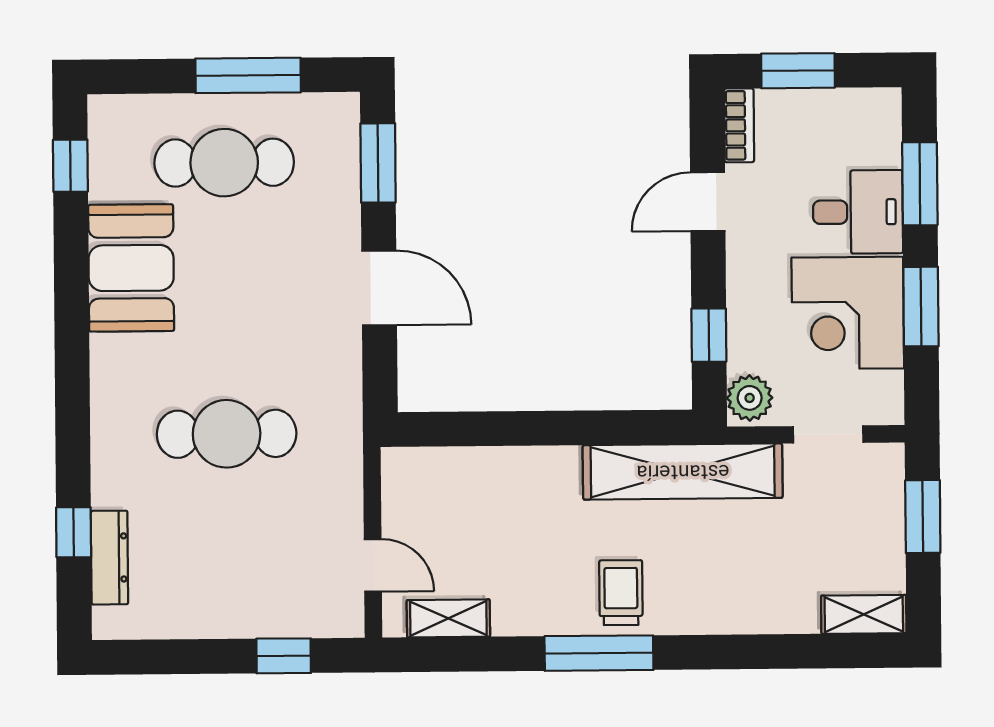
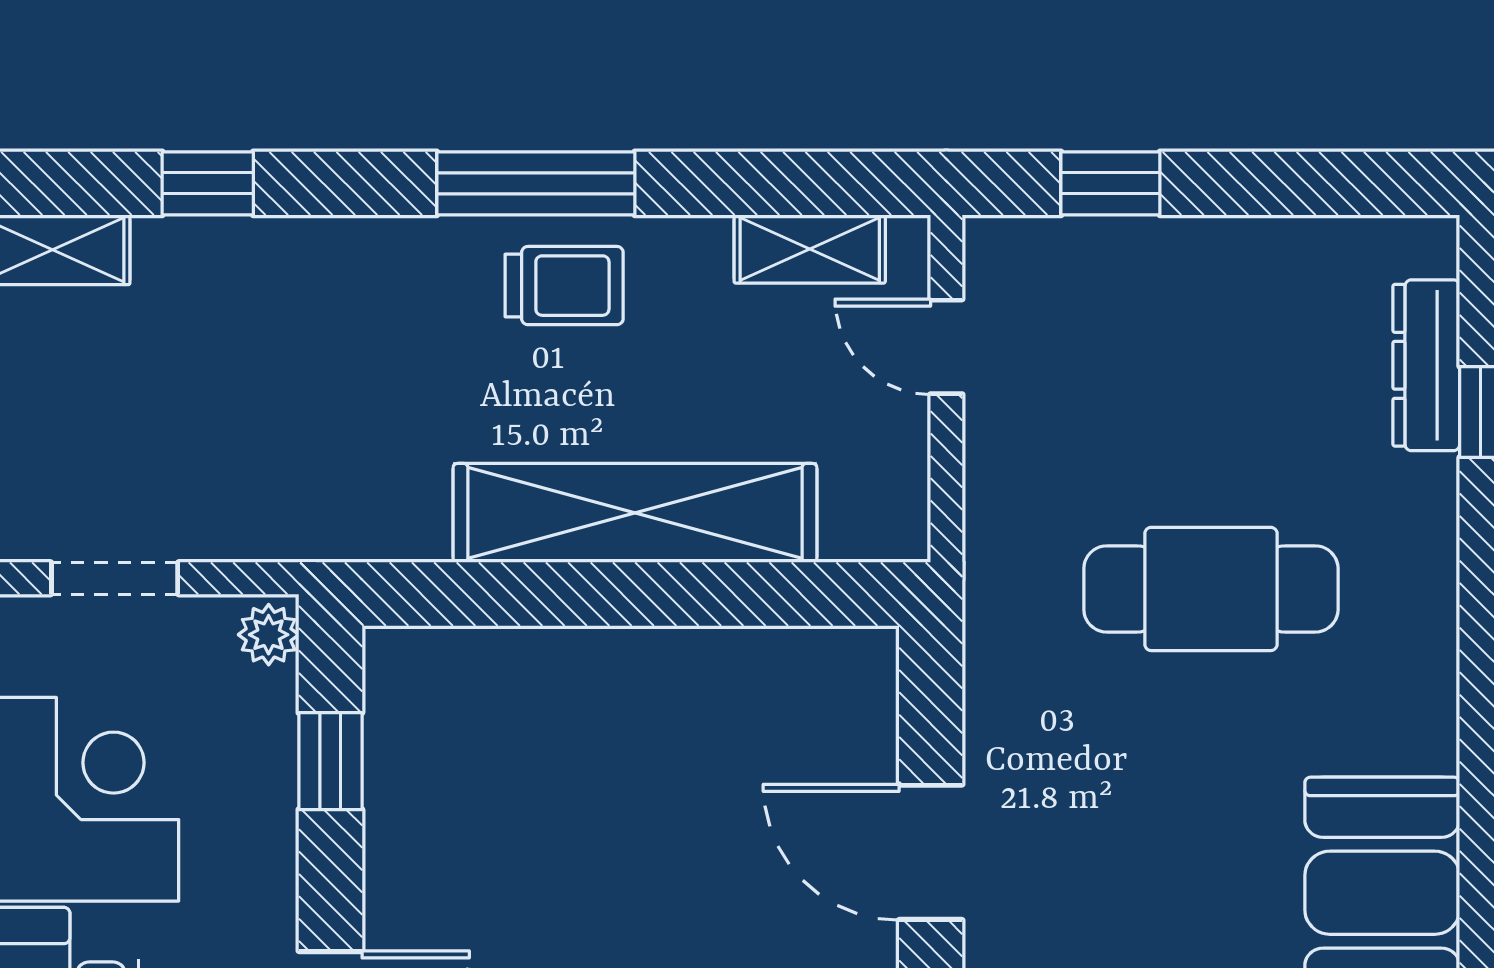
plant: (750, 398) -> (269, 635), width x0.73, depth x0.73
shelving: (683, 472) -> (635, 513), moved
trolley: (621, 593) -> (564, 286), moved, turned -90
window: (779, 651) -> (208, 183), added

